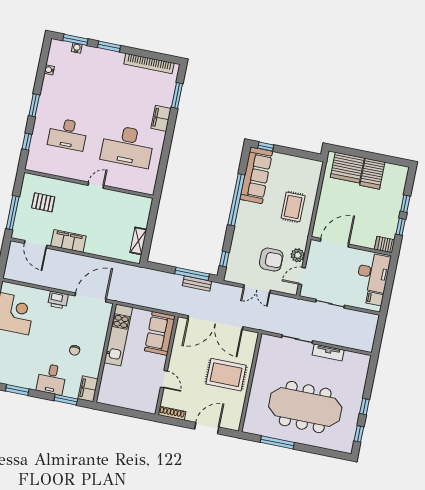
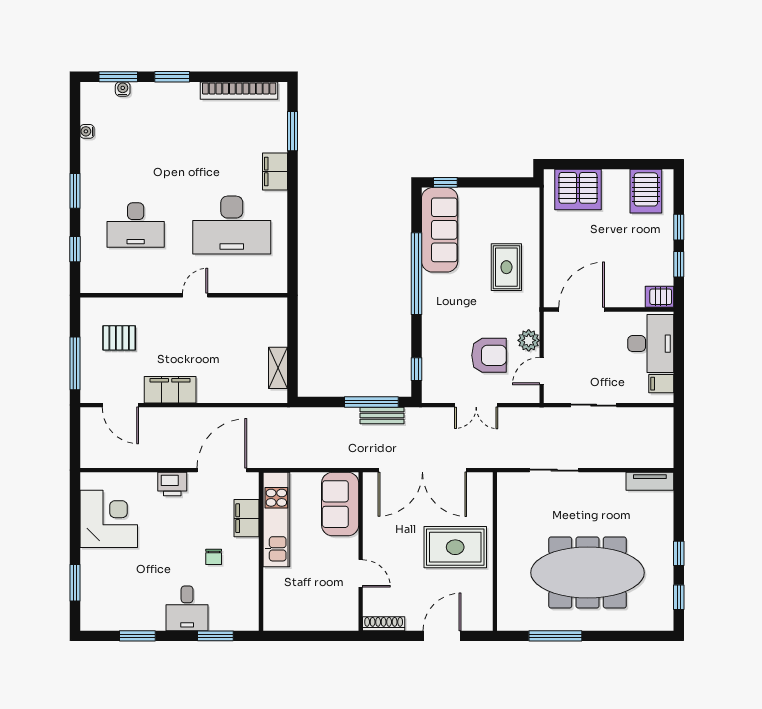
server rack: (372, 174) -> (646, 191), moved
tv unit: (328, 353) -> (650, 481), moved
filing cabinet: (88, 389) -> (246, 518), moved

